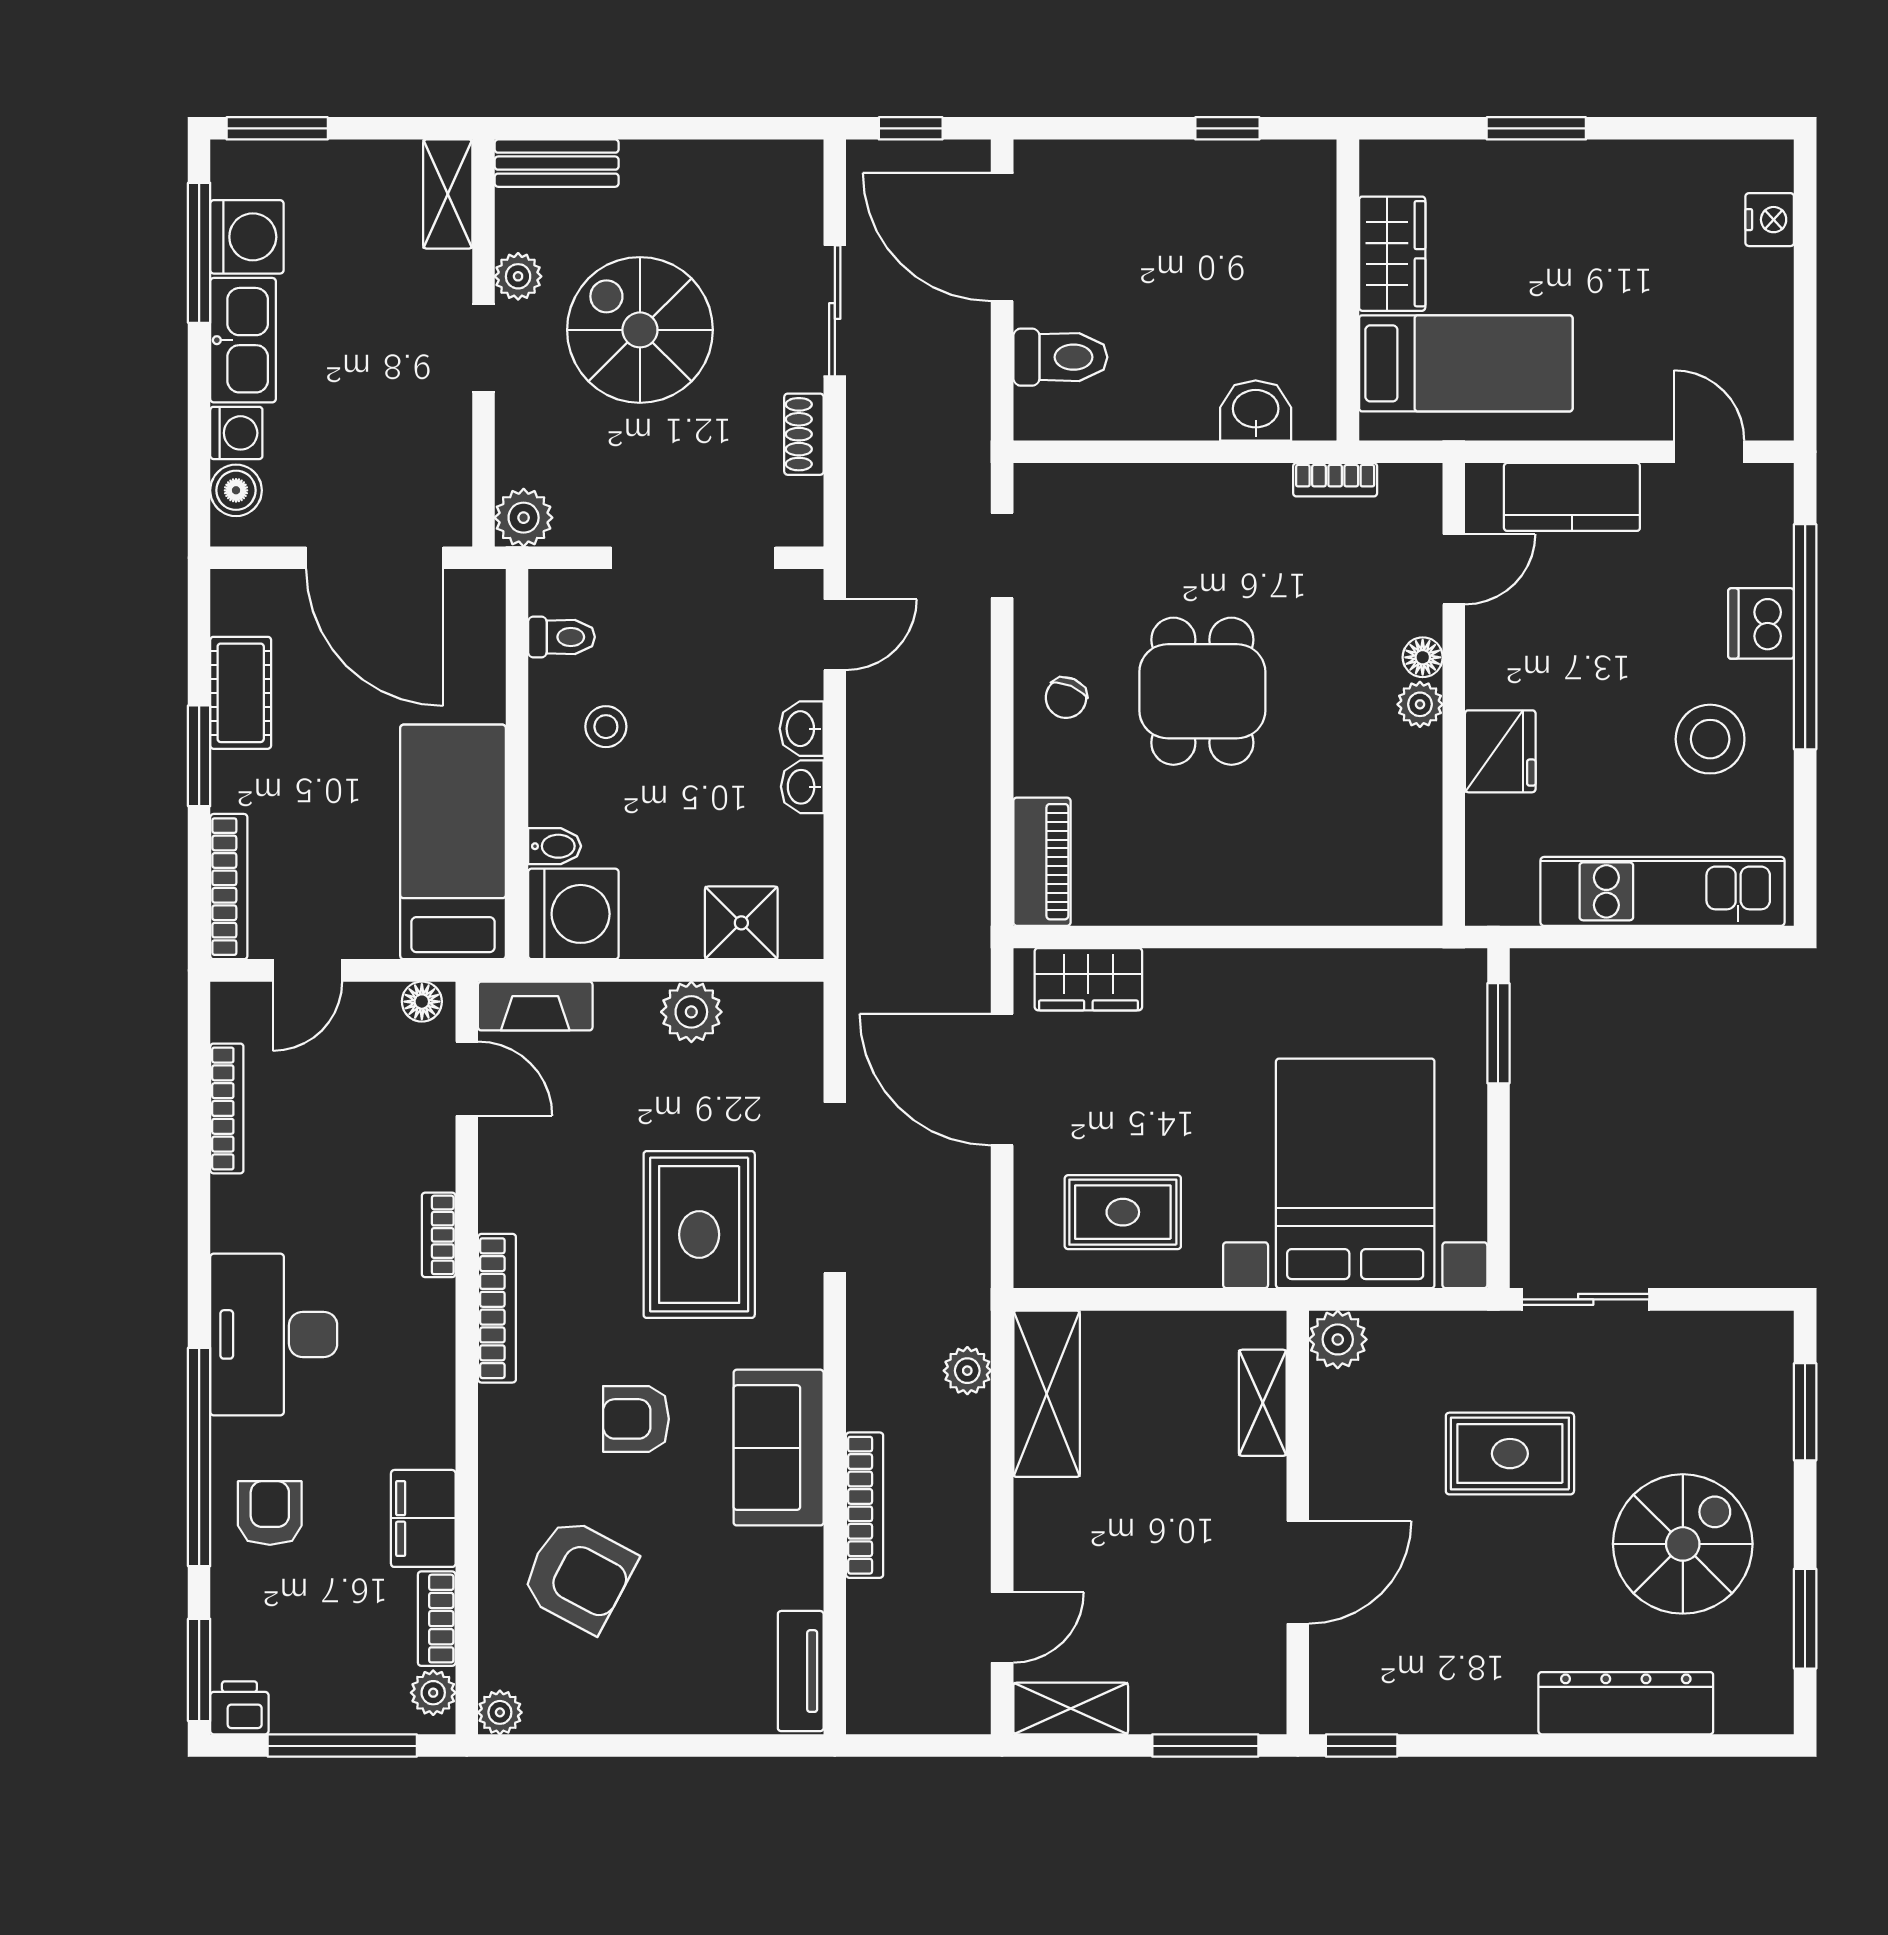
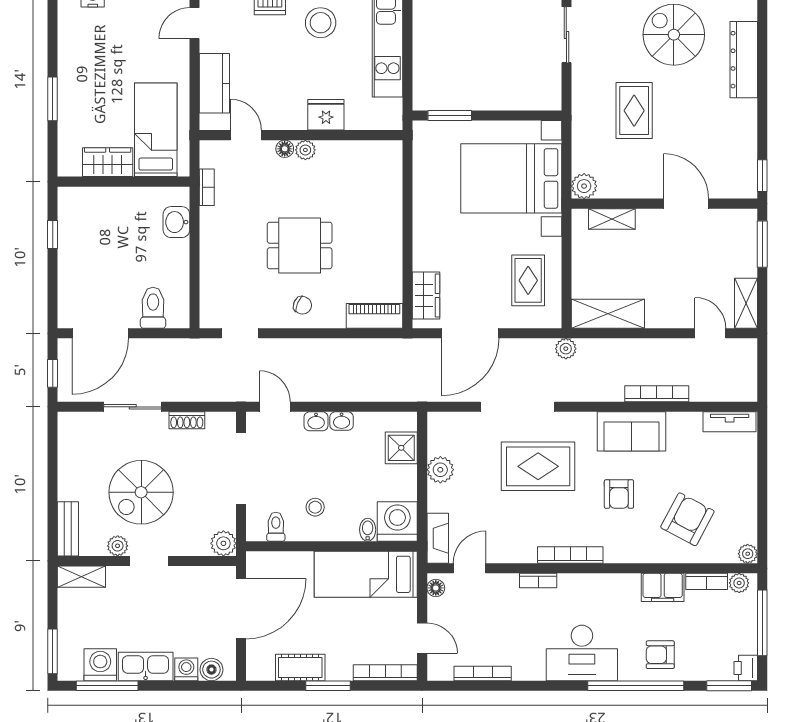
sliding door: (1586, 1299) -> (566, 35), moved
plant: (967, 1371) -> (566, 349), moved

